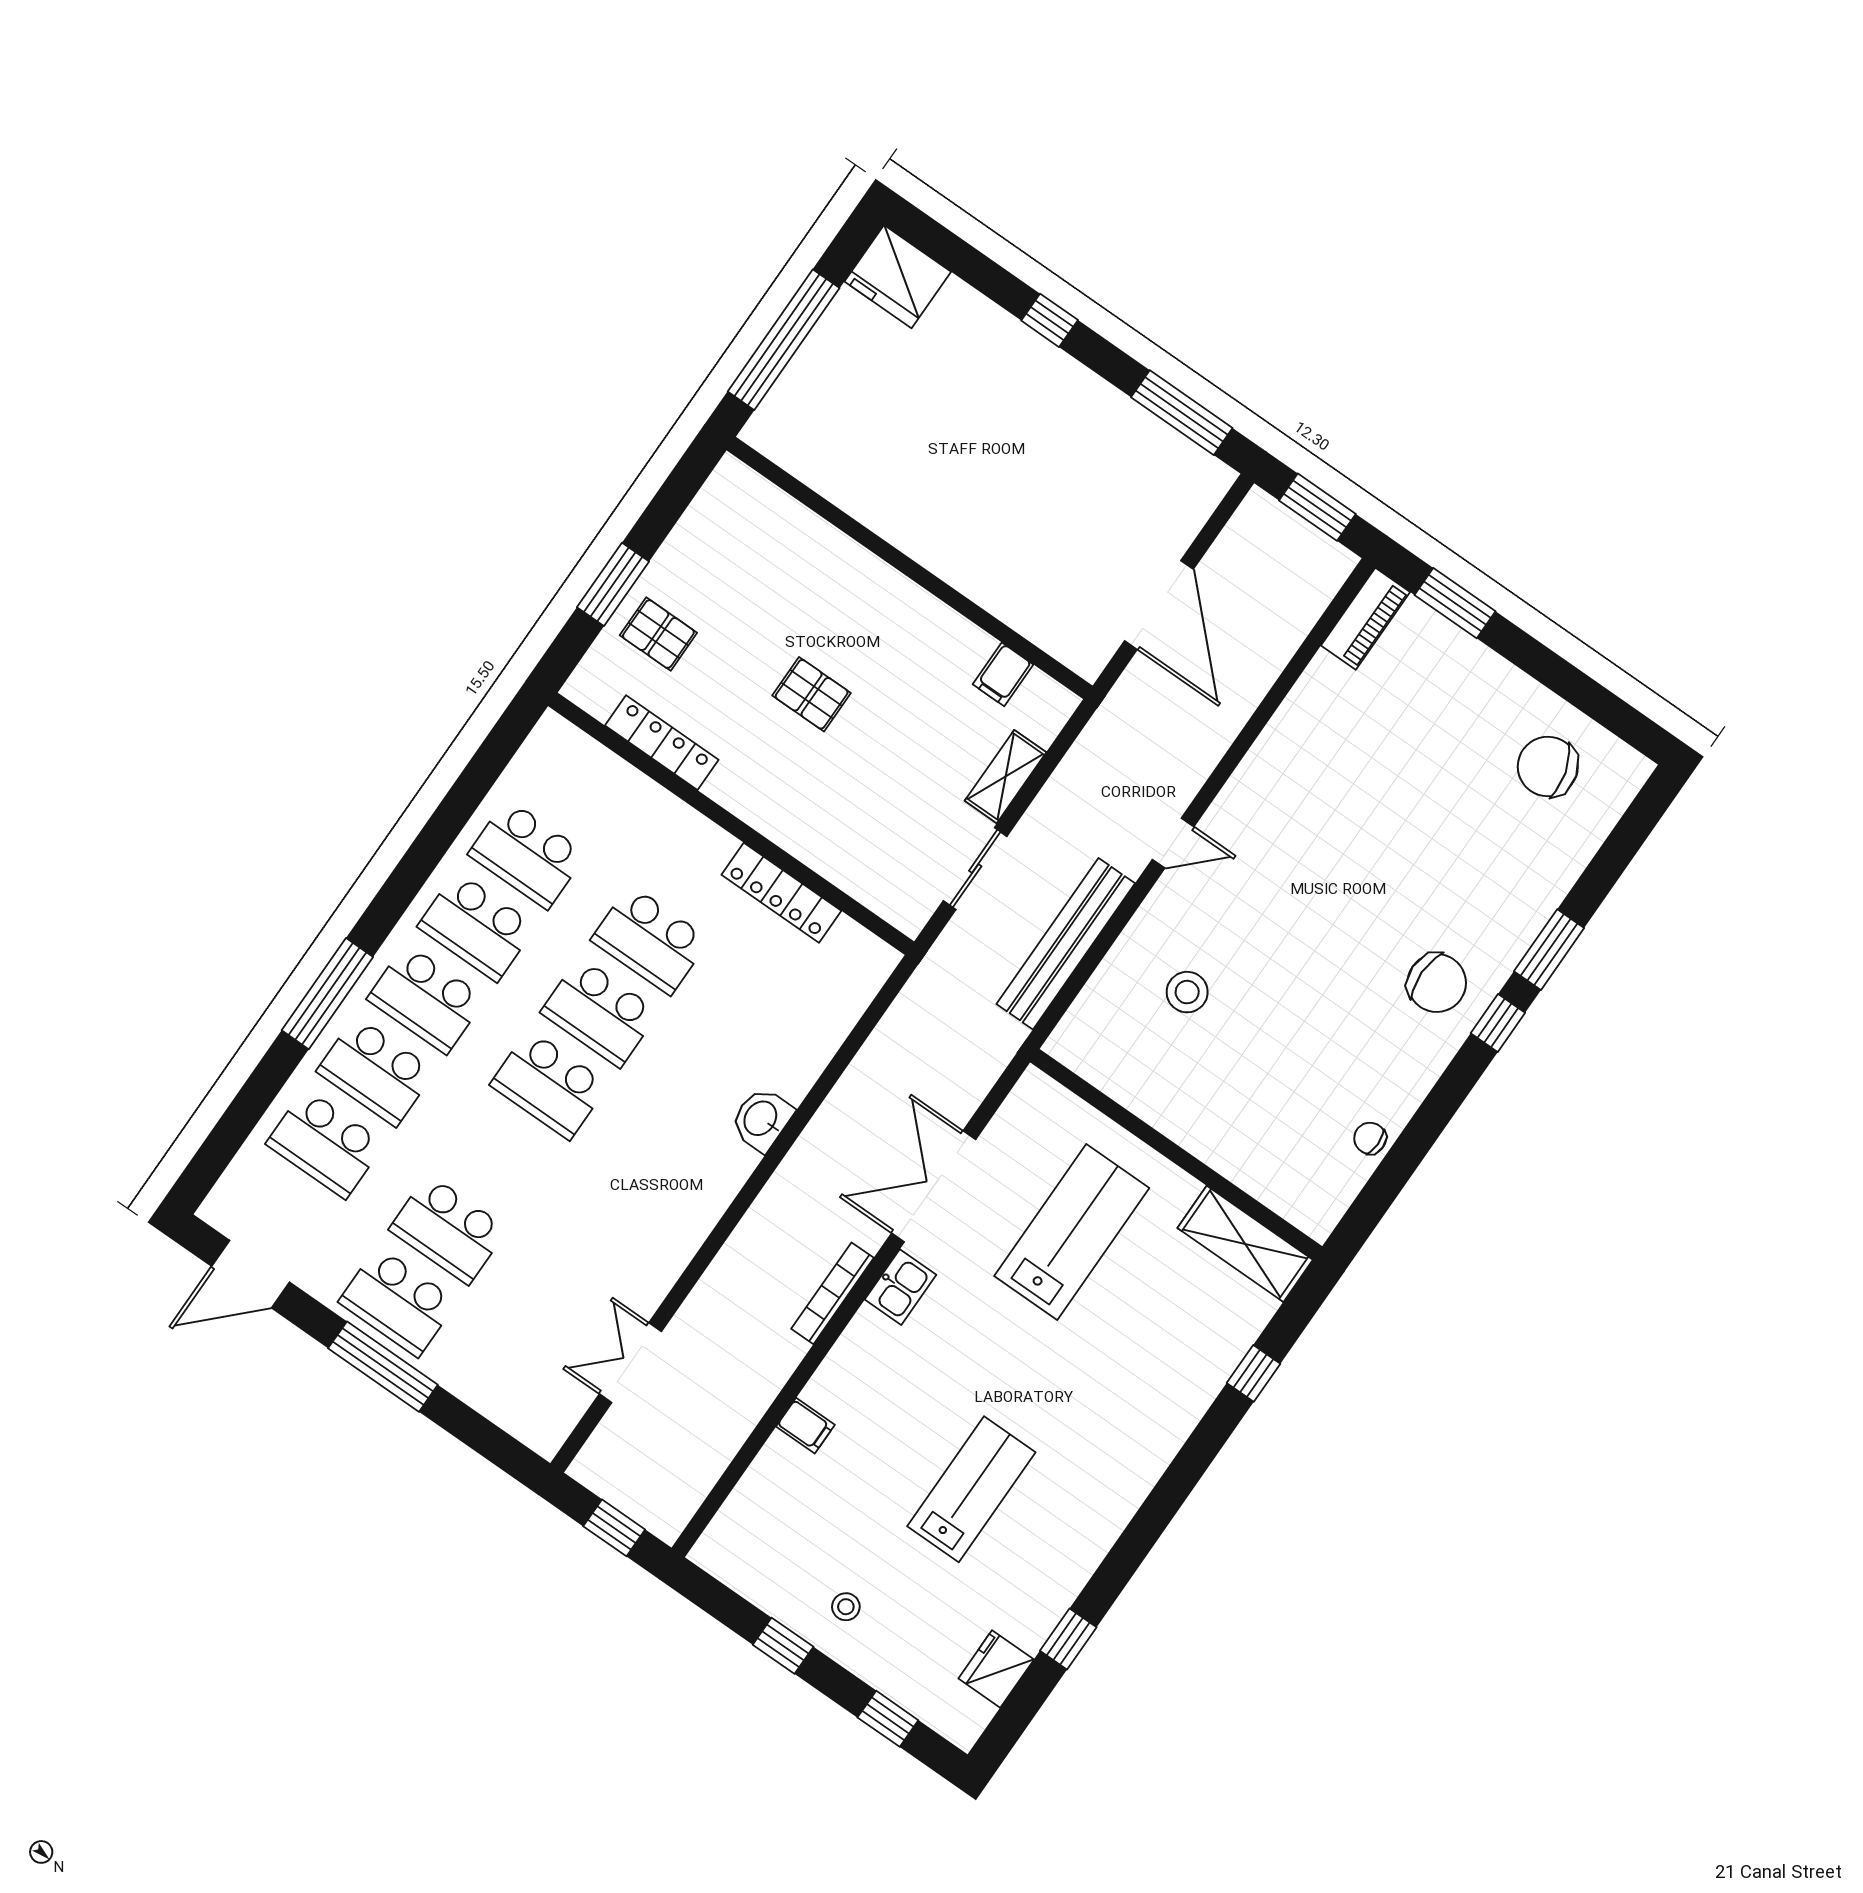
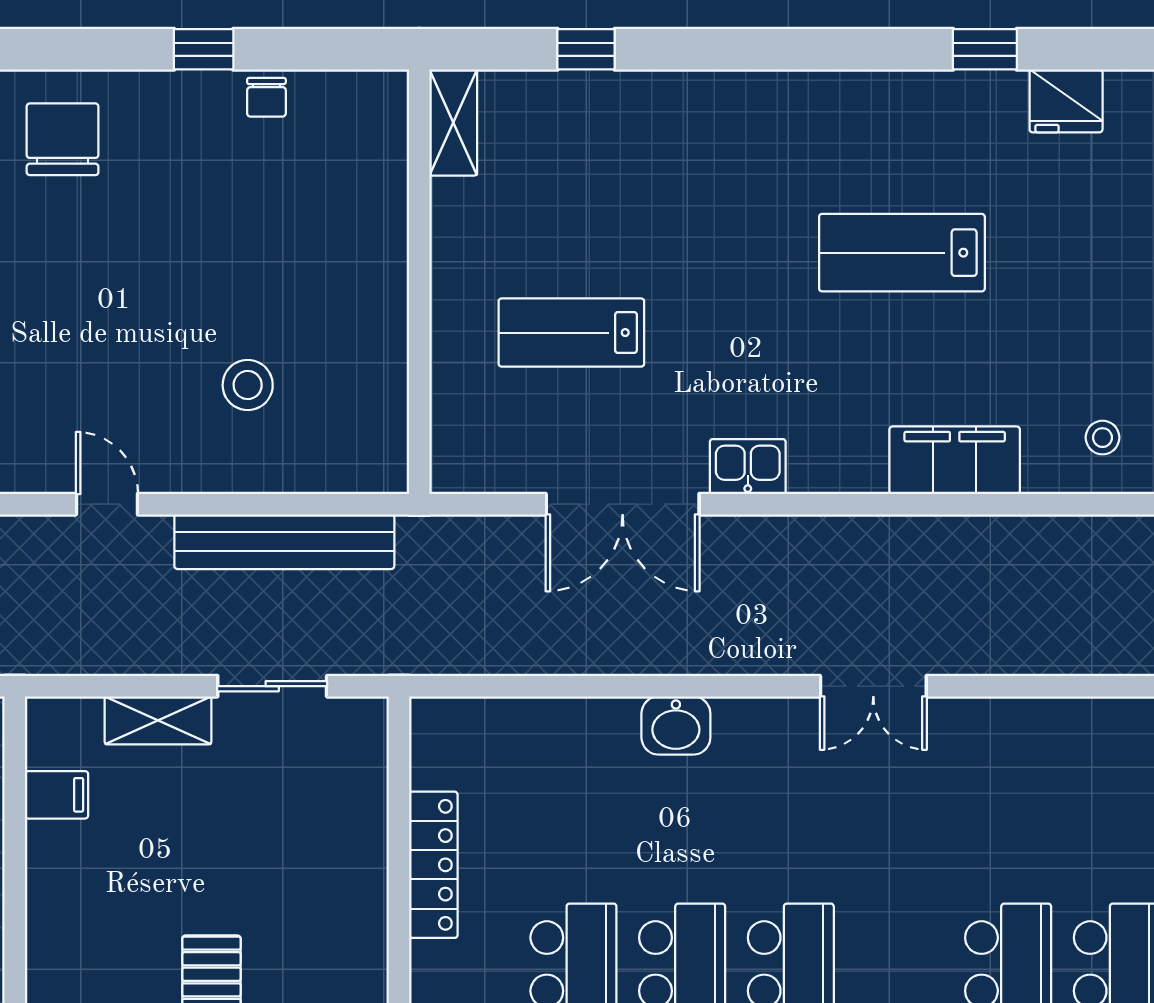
window: (1498, 1023) -> (204, 49), moved
lab bench: (1072, 1232) -> (571, 333), width x0.73, depth x0.72
shelving: (1245, 1244) -> (453, 123), width x0.67, depth x0.75
bookcase: (832, 1293) -> (802, 531), removed
double door: (630, 1363) -> (873, 686), moved
filing cabinet: (805, 1426) -> (955, 460), width x3.00, depth x1.17
stool: (846, 1607) -> (1103, 438), moved

